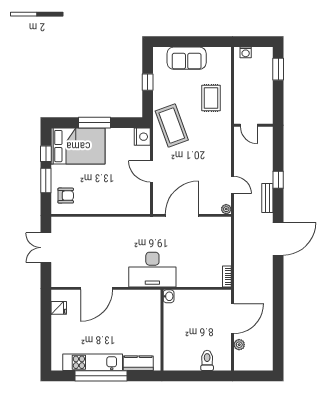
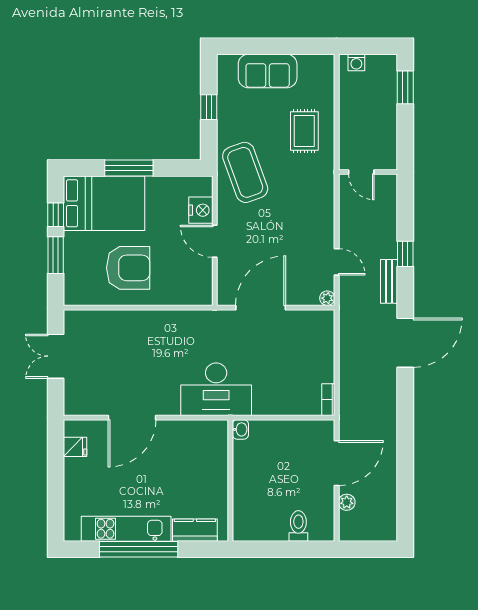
nightstand: (142, 137) -> (201, 210), moved
armchair: (66, 196) -> (128, 268), moved, width x1.88, depth x1.88

